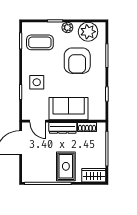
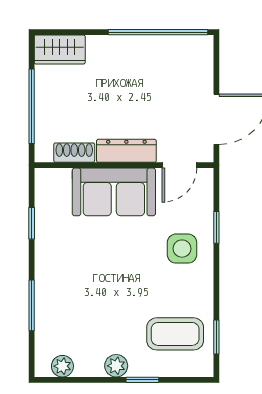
plant: (88, 32) -> (62, 366), width x0.53, depth x0.53
armchair: (77, 61) -> (95, 295), removed
door: (38, 121) -> (179, 165), swing flipped
rug: (66, 166) -> (120, 68), removed

